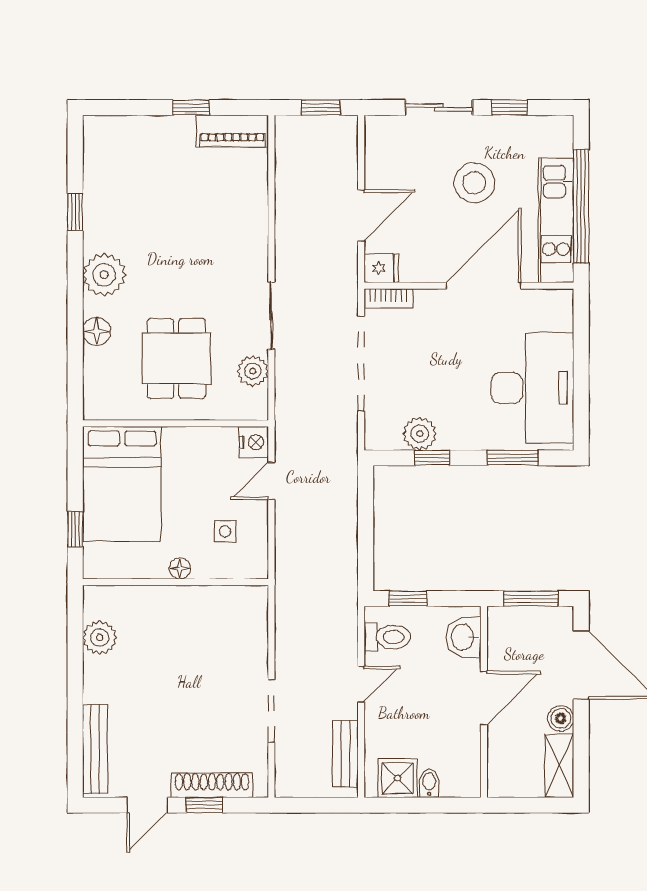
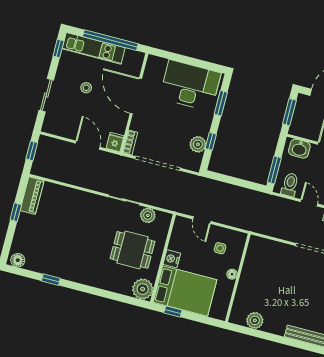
window: (510, 108) -> (58, 48), moved
stool: (474, 183) -> (86, 88), width x0.53, depth x0.53
kitchen unit: (556, 220) -> (94, 48), moved
plant: (104, 275) -> (143, 289), moved
floor lamp: (97, 331) -> (18, 260), moved
nightstand: (254, 442) -> (172, 259), moved, turned -90
window: (75, 529) -> (173, 311), moved
window: (408, 599) -> (274, 170), width x1.50

